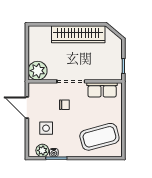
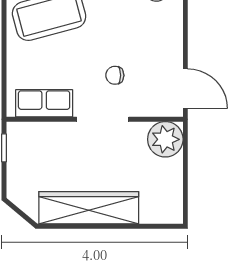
door: (27, 108) -> (185, 89), moved
side table: (46, 128) -> (149, 31), removed

